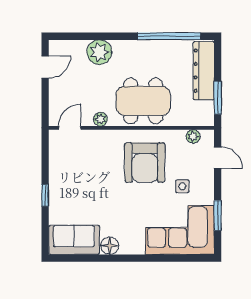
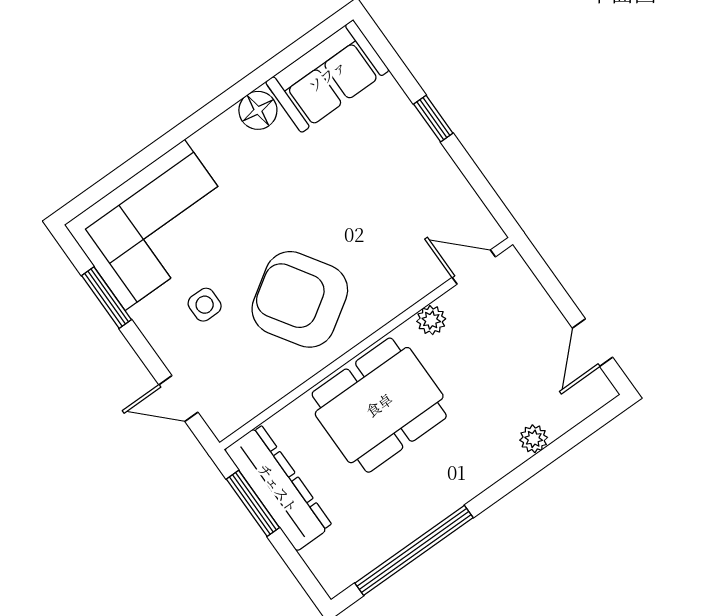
plant: (99, 52) -> (534, 439), width x0.53, depth x0.53
dresser: (204, 71) -> (278, 488), moved
door: (70, 128) -> (474, 267), swing flipped
plant: (193, 136) -> (248, 405), removed
armchair: (145, 163) -> (300, 299), turned -33

